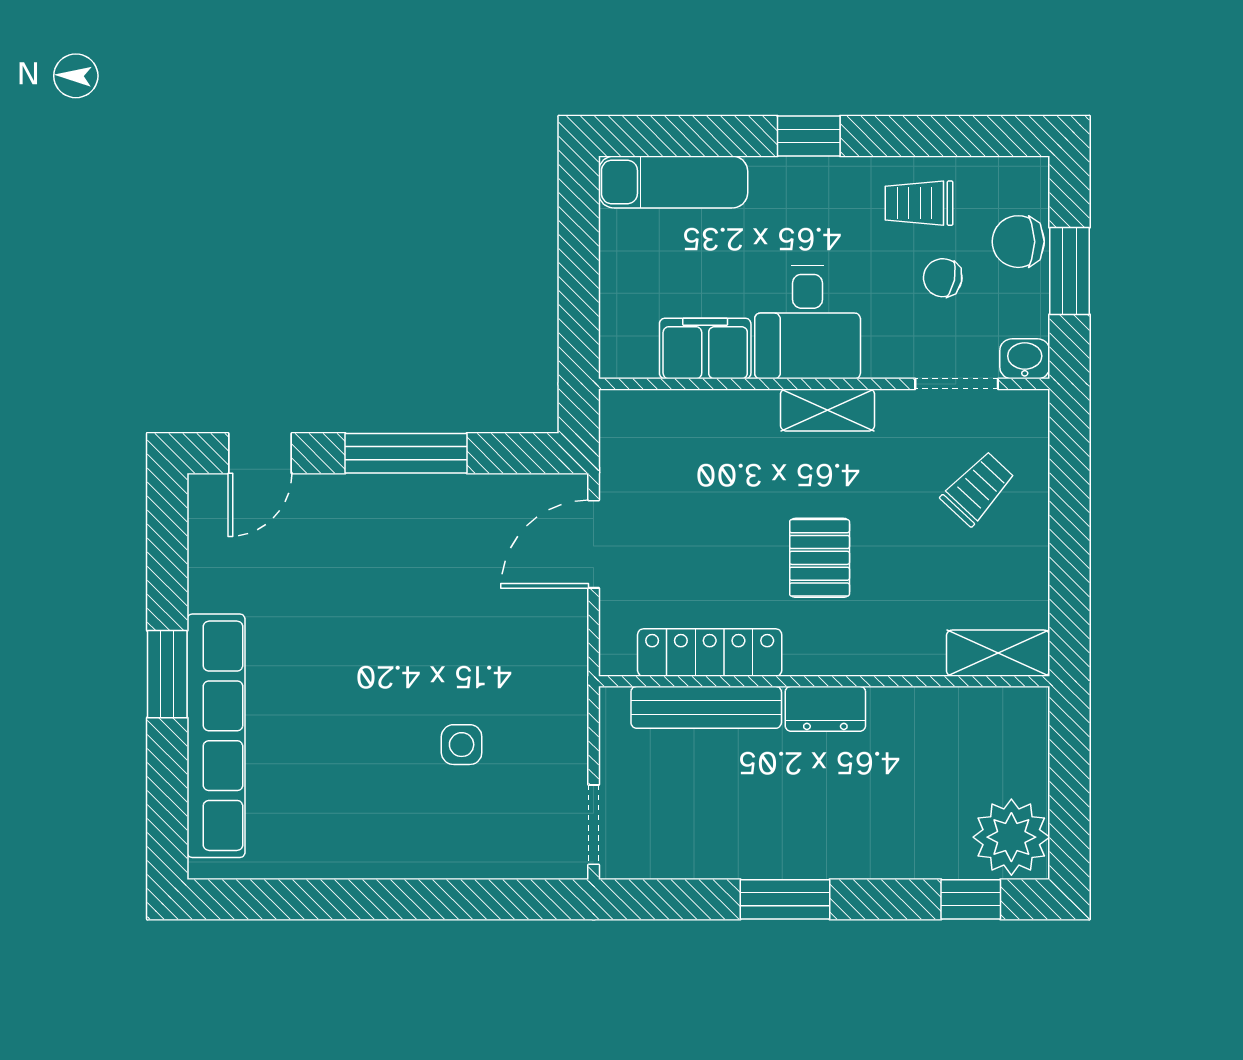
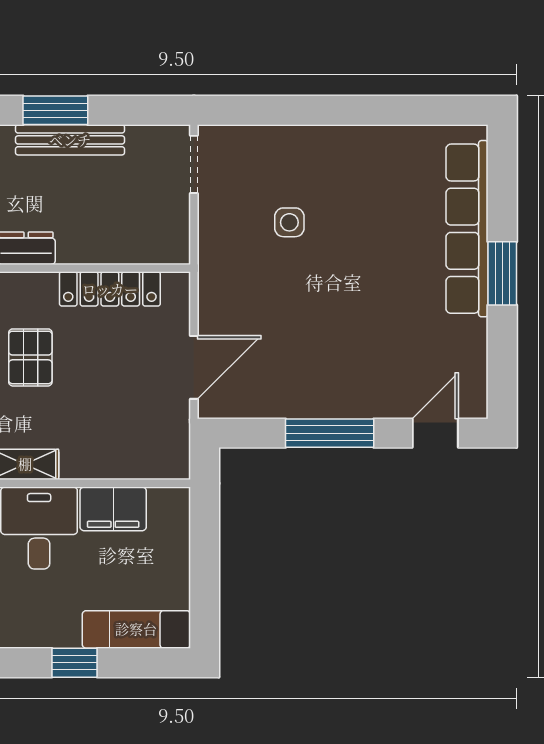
window: (809, 136) -> (75, 663), moved
bench: (706, 707) -> (70, 140), moved

